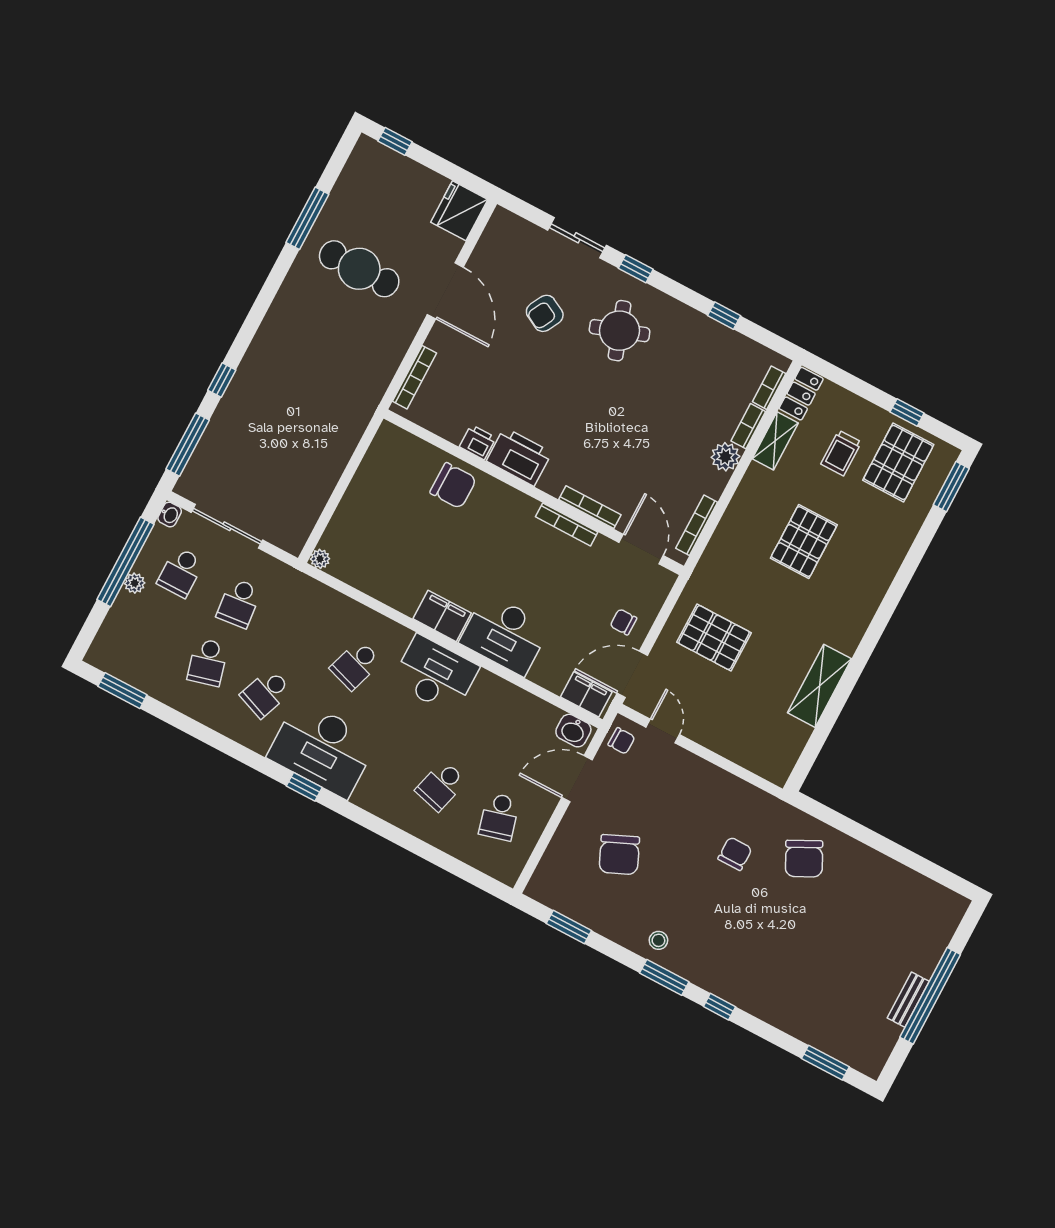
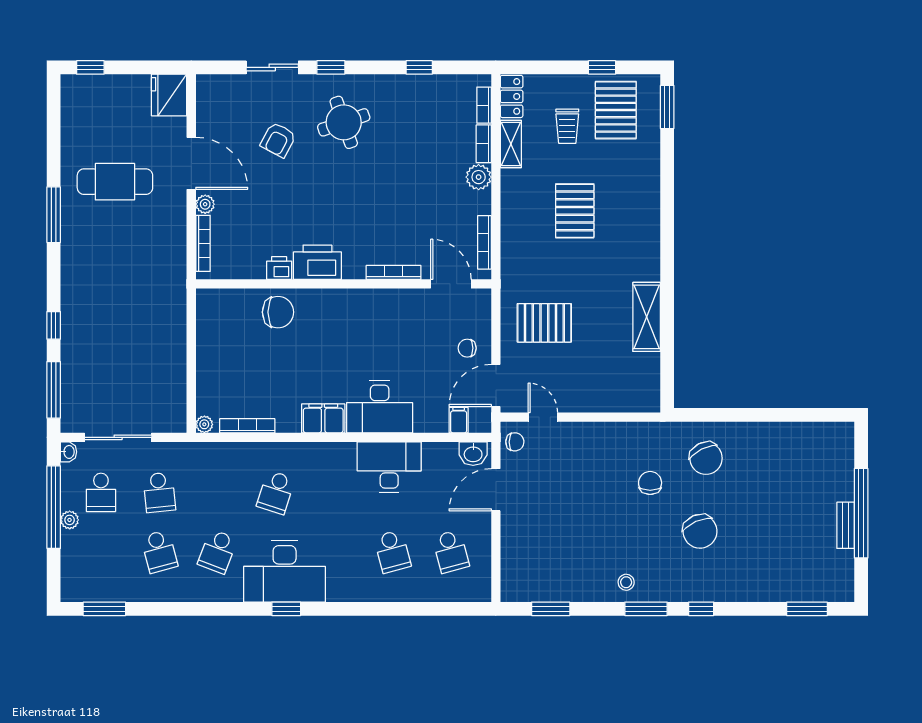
window: (307, 218) -> (54, 215), moved
plant: (437, 339) -> (205, 204), added
bookcase: (567, 524) -> (247, 426), moved, turned 180
desk: (435, 675) -> (389, 467), moved
filing cabinet: (586, 694) -> (459, 420), width x0.50
school desk: (441, 786) -> (392, 551), turned -30
chair: (619, 855) -> (700, 531), moved

